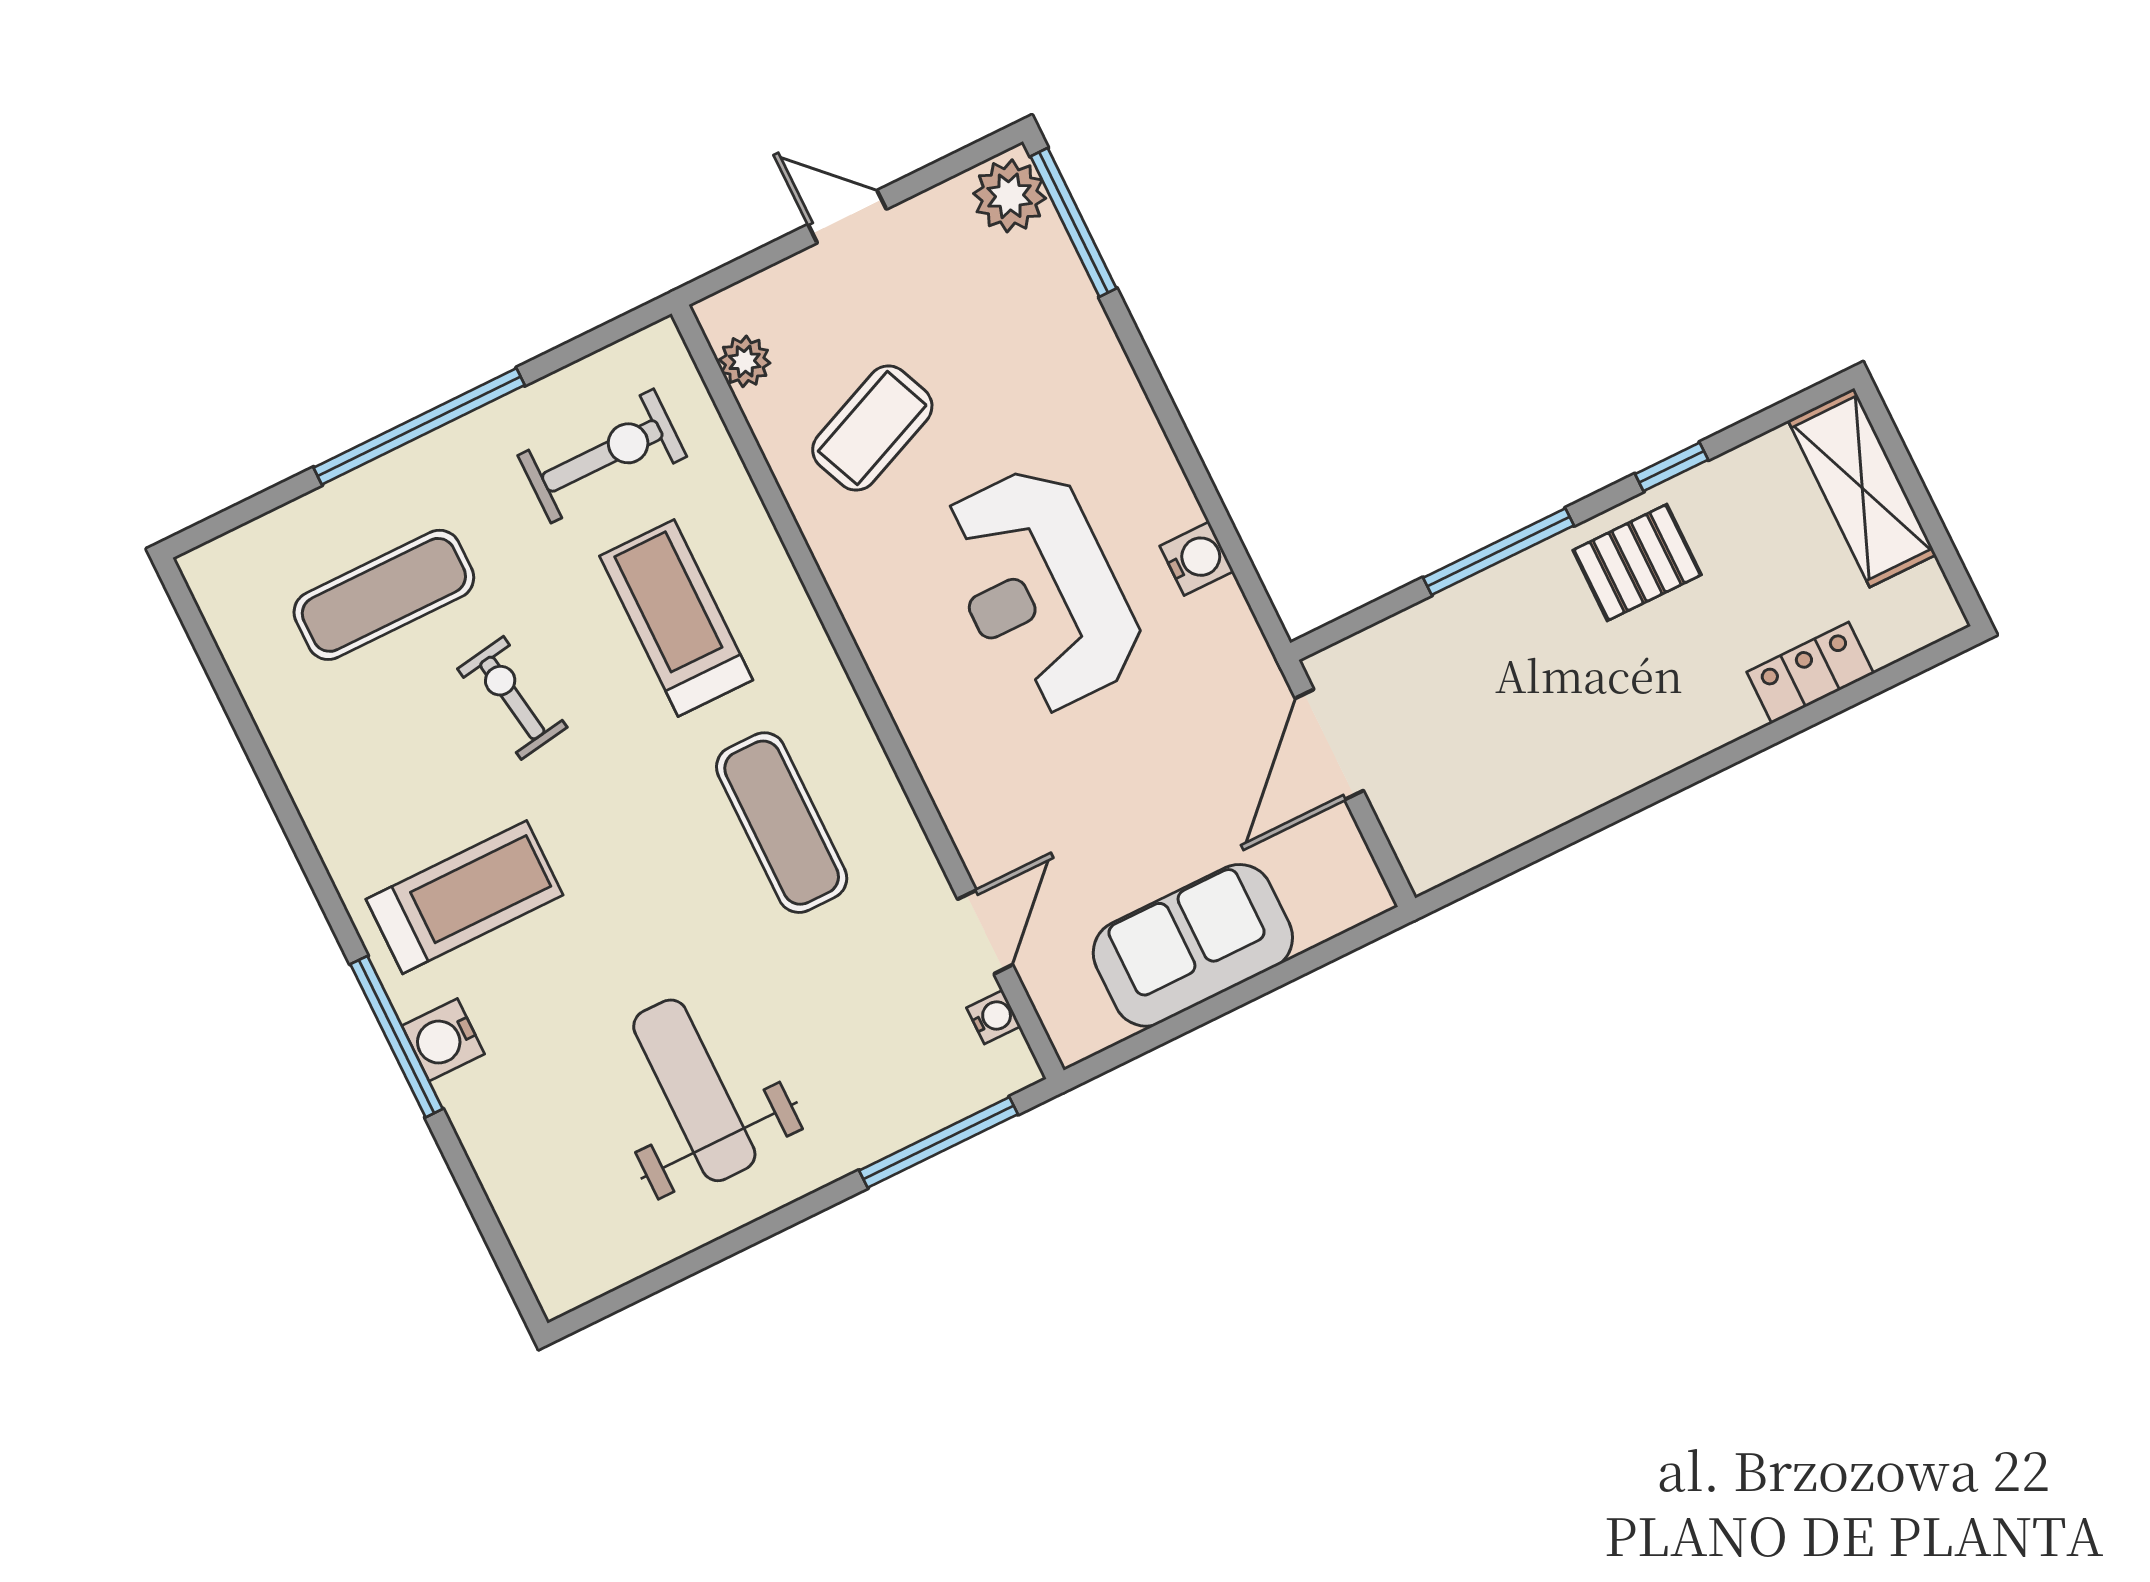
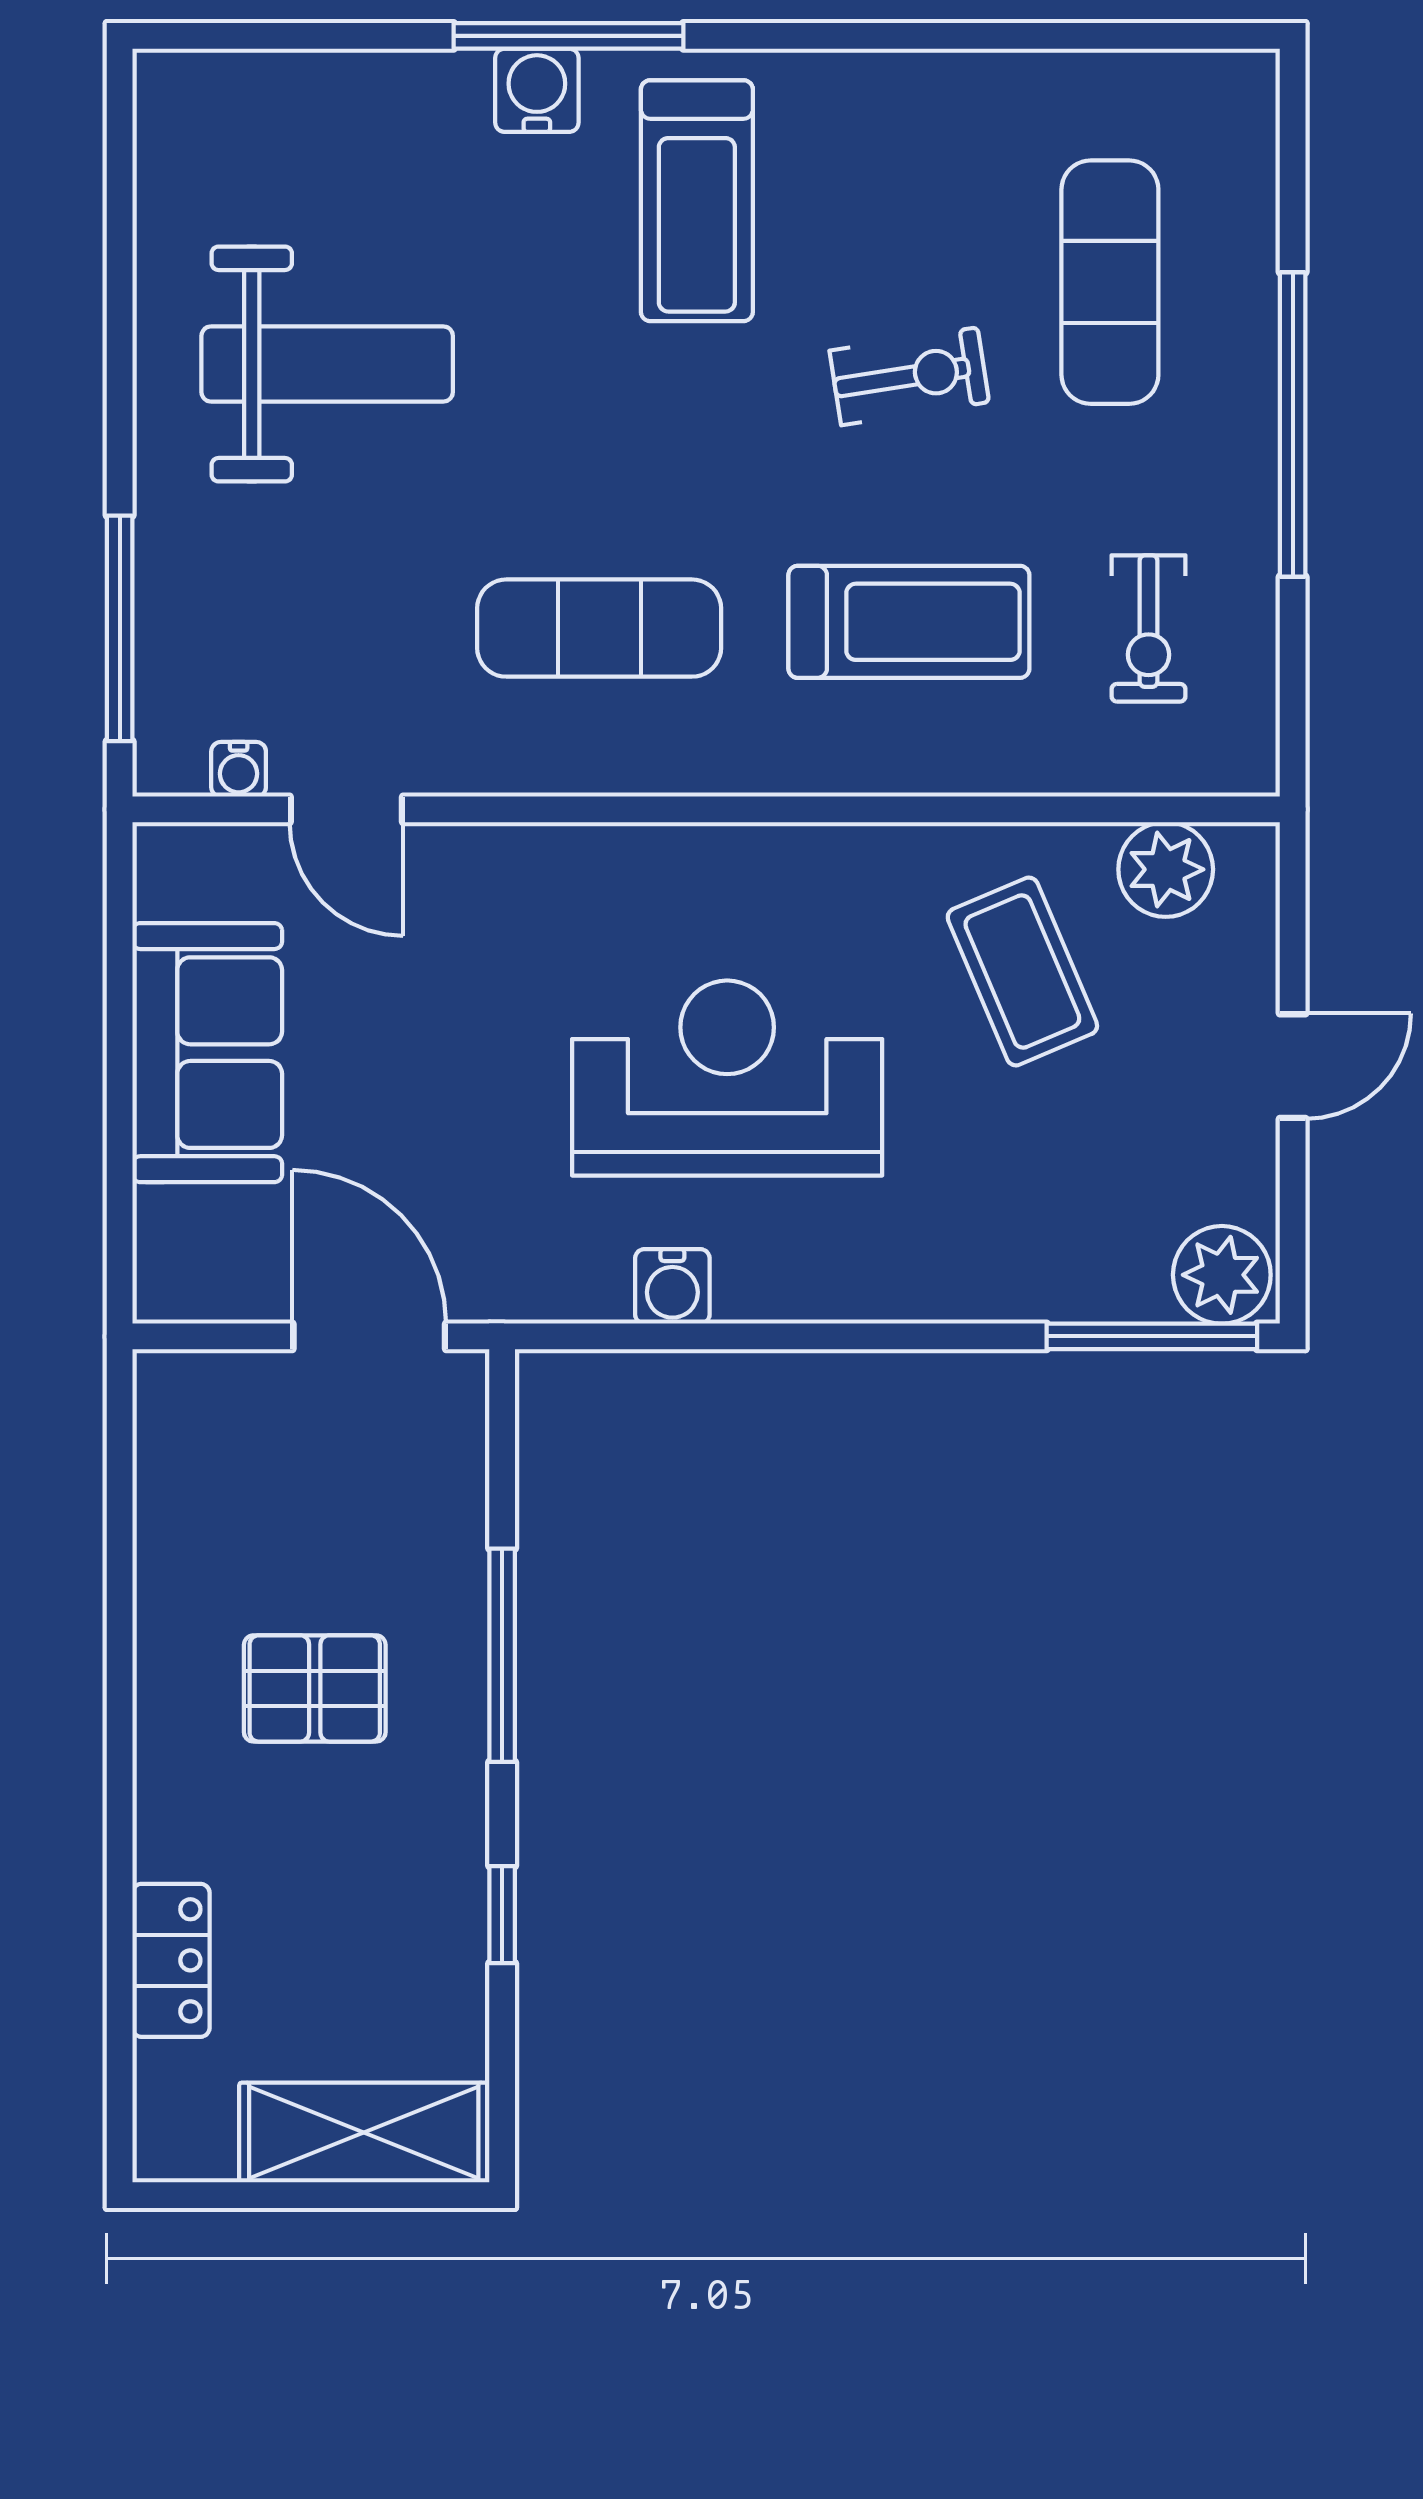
plant: (745, 361) -> (1166, 869), width x1.38, depth x1.38
exercise bike: (602, 456) -> (1149, 628), width x0.73, depth x0.72
pallet: (1637, 562) -> (315, 1688), moved, turned 90

